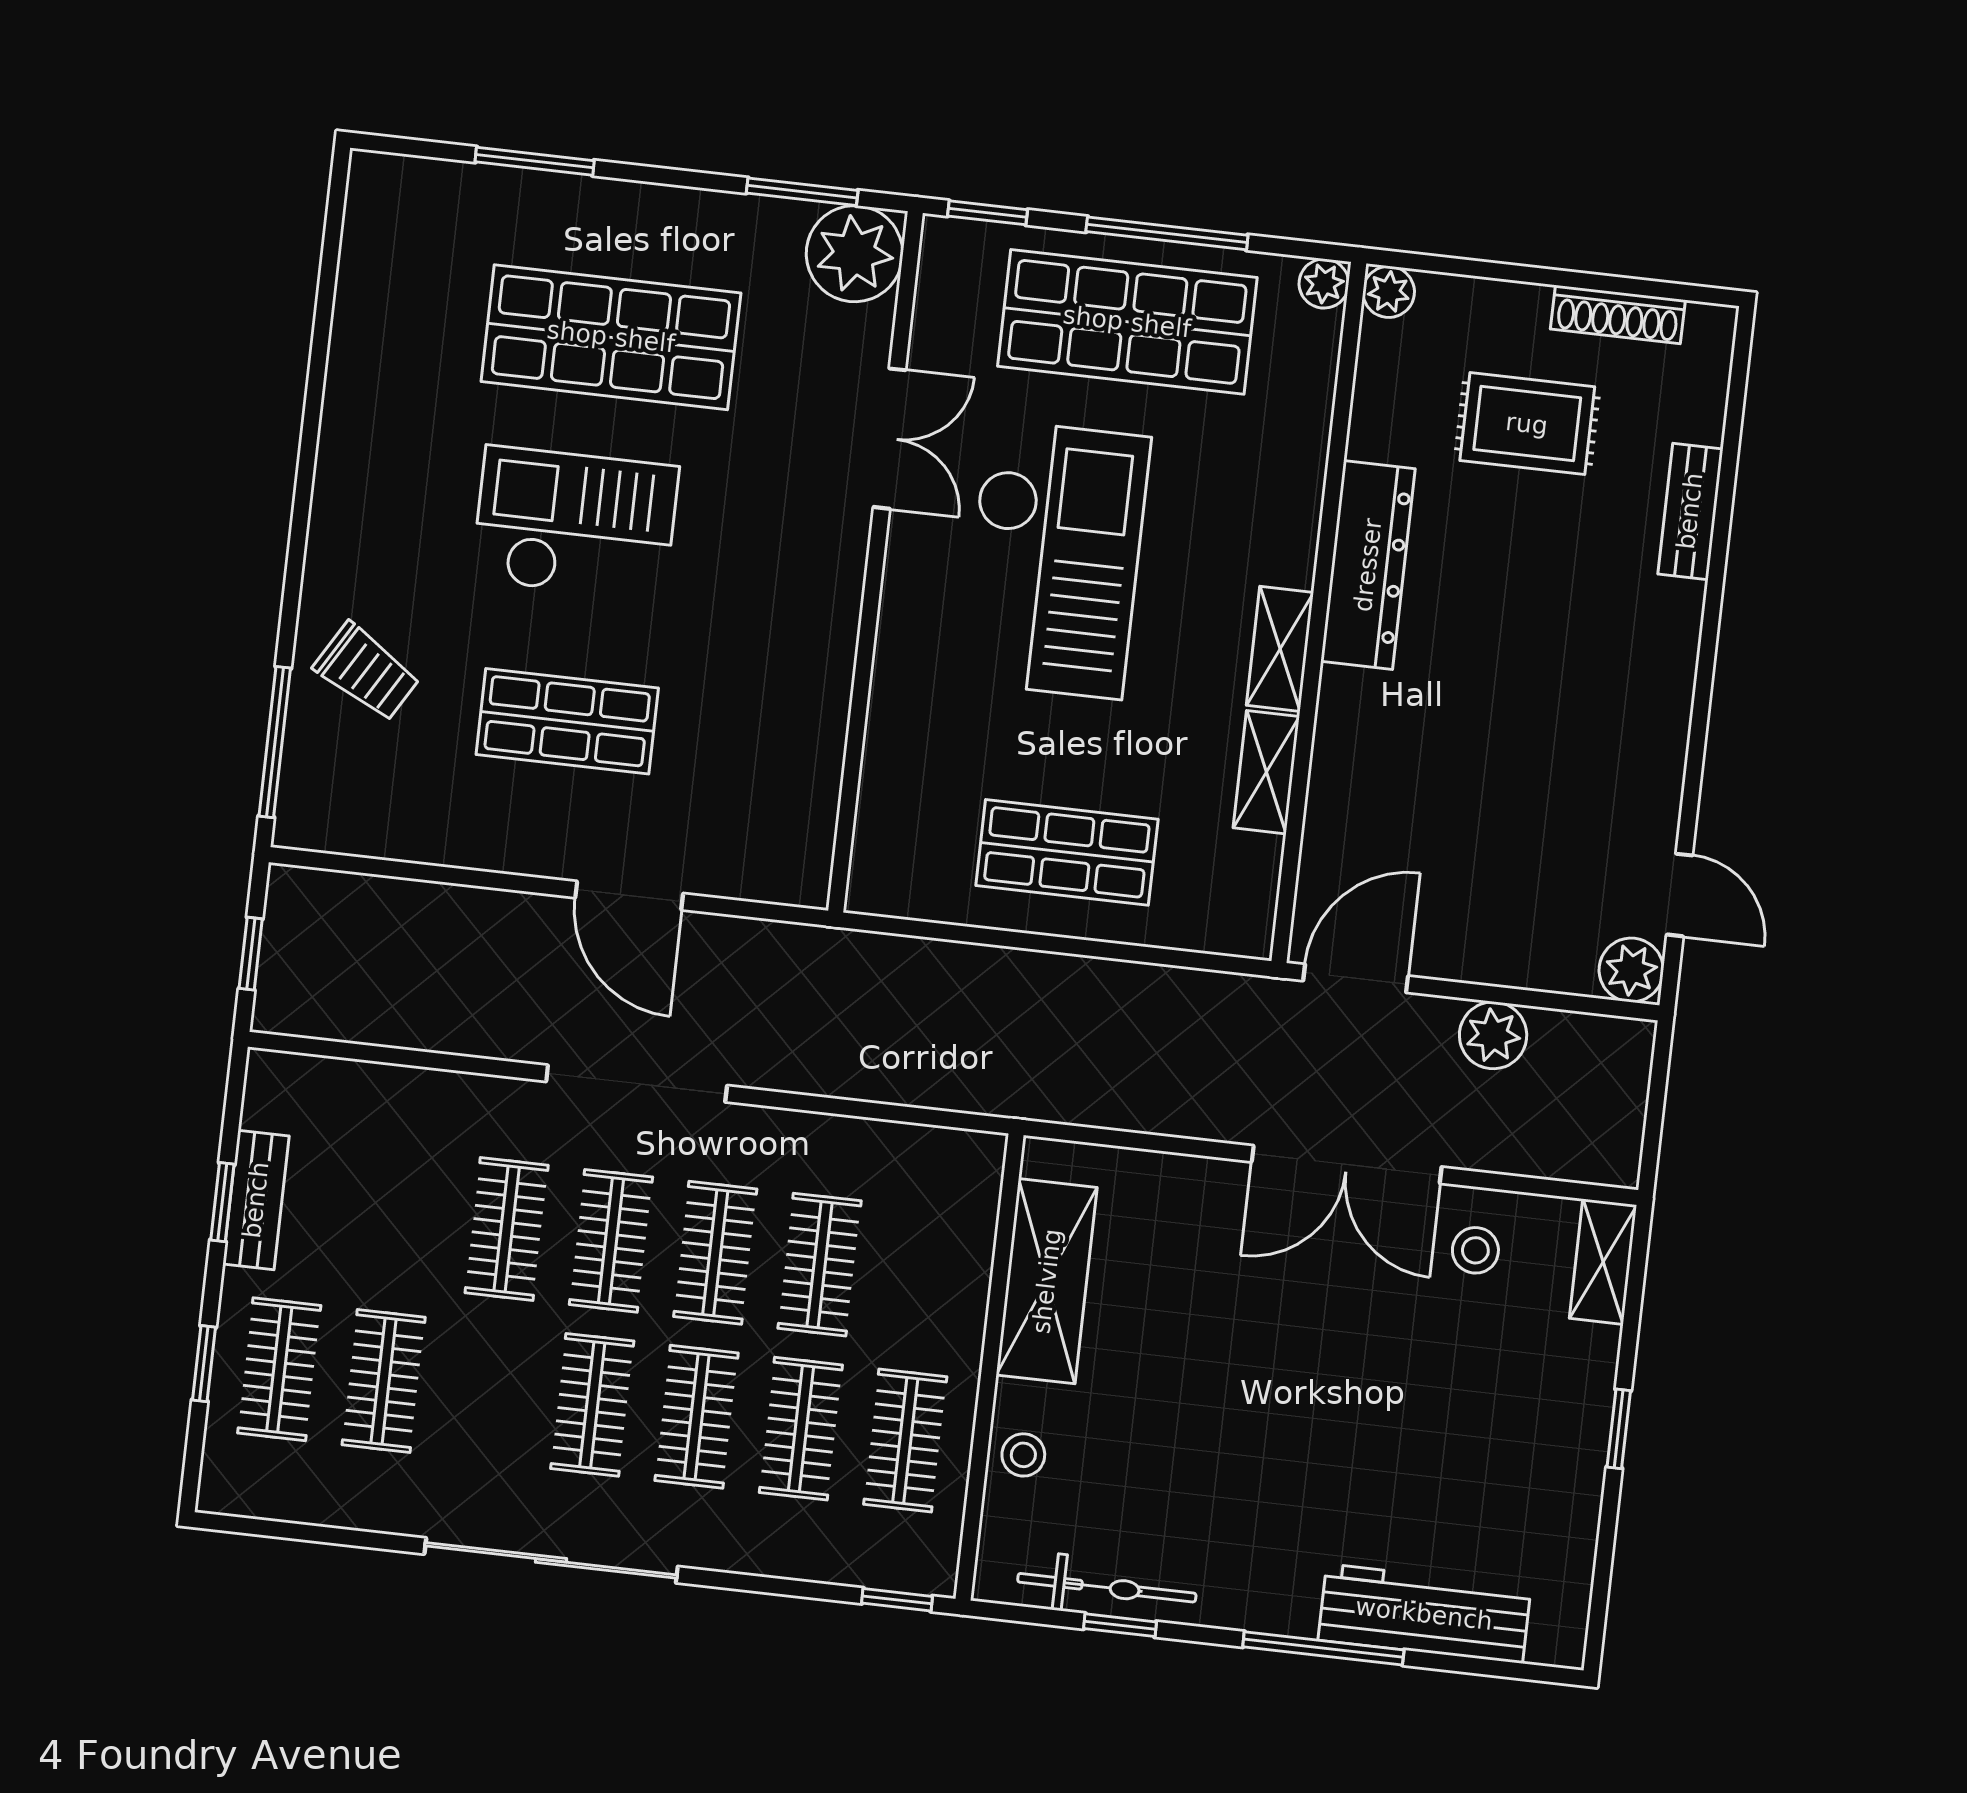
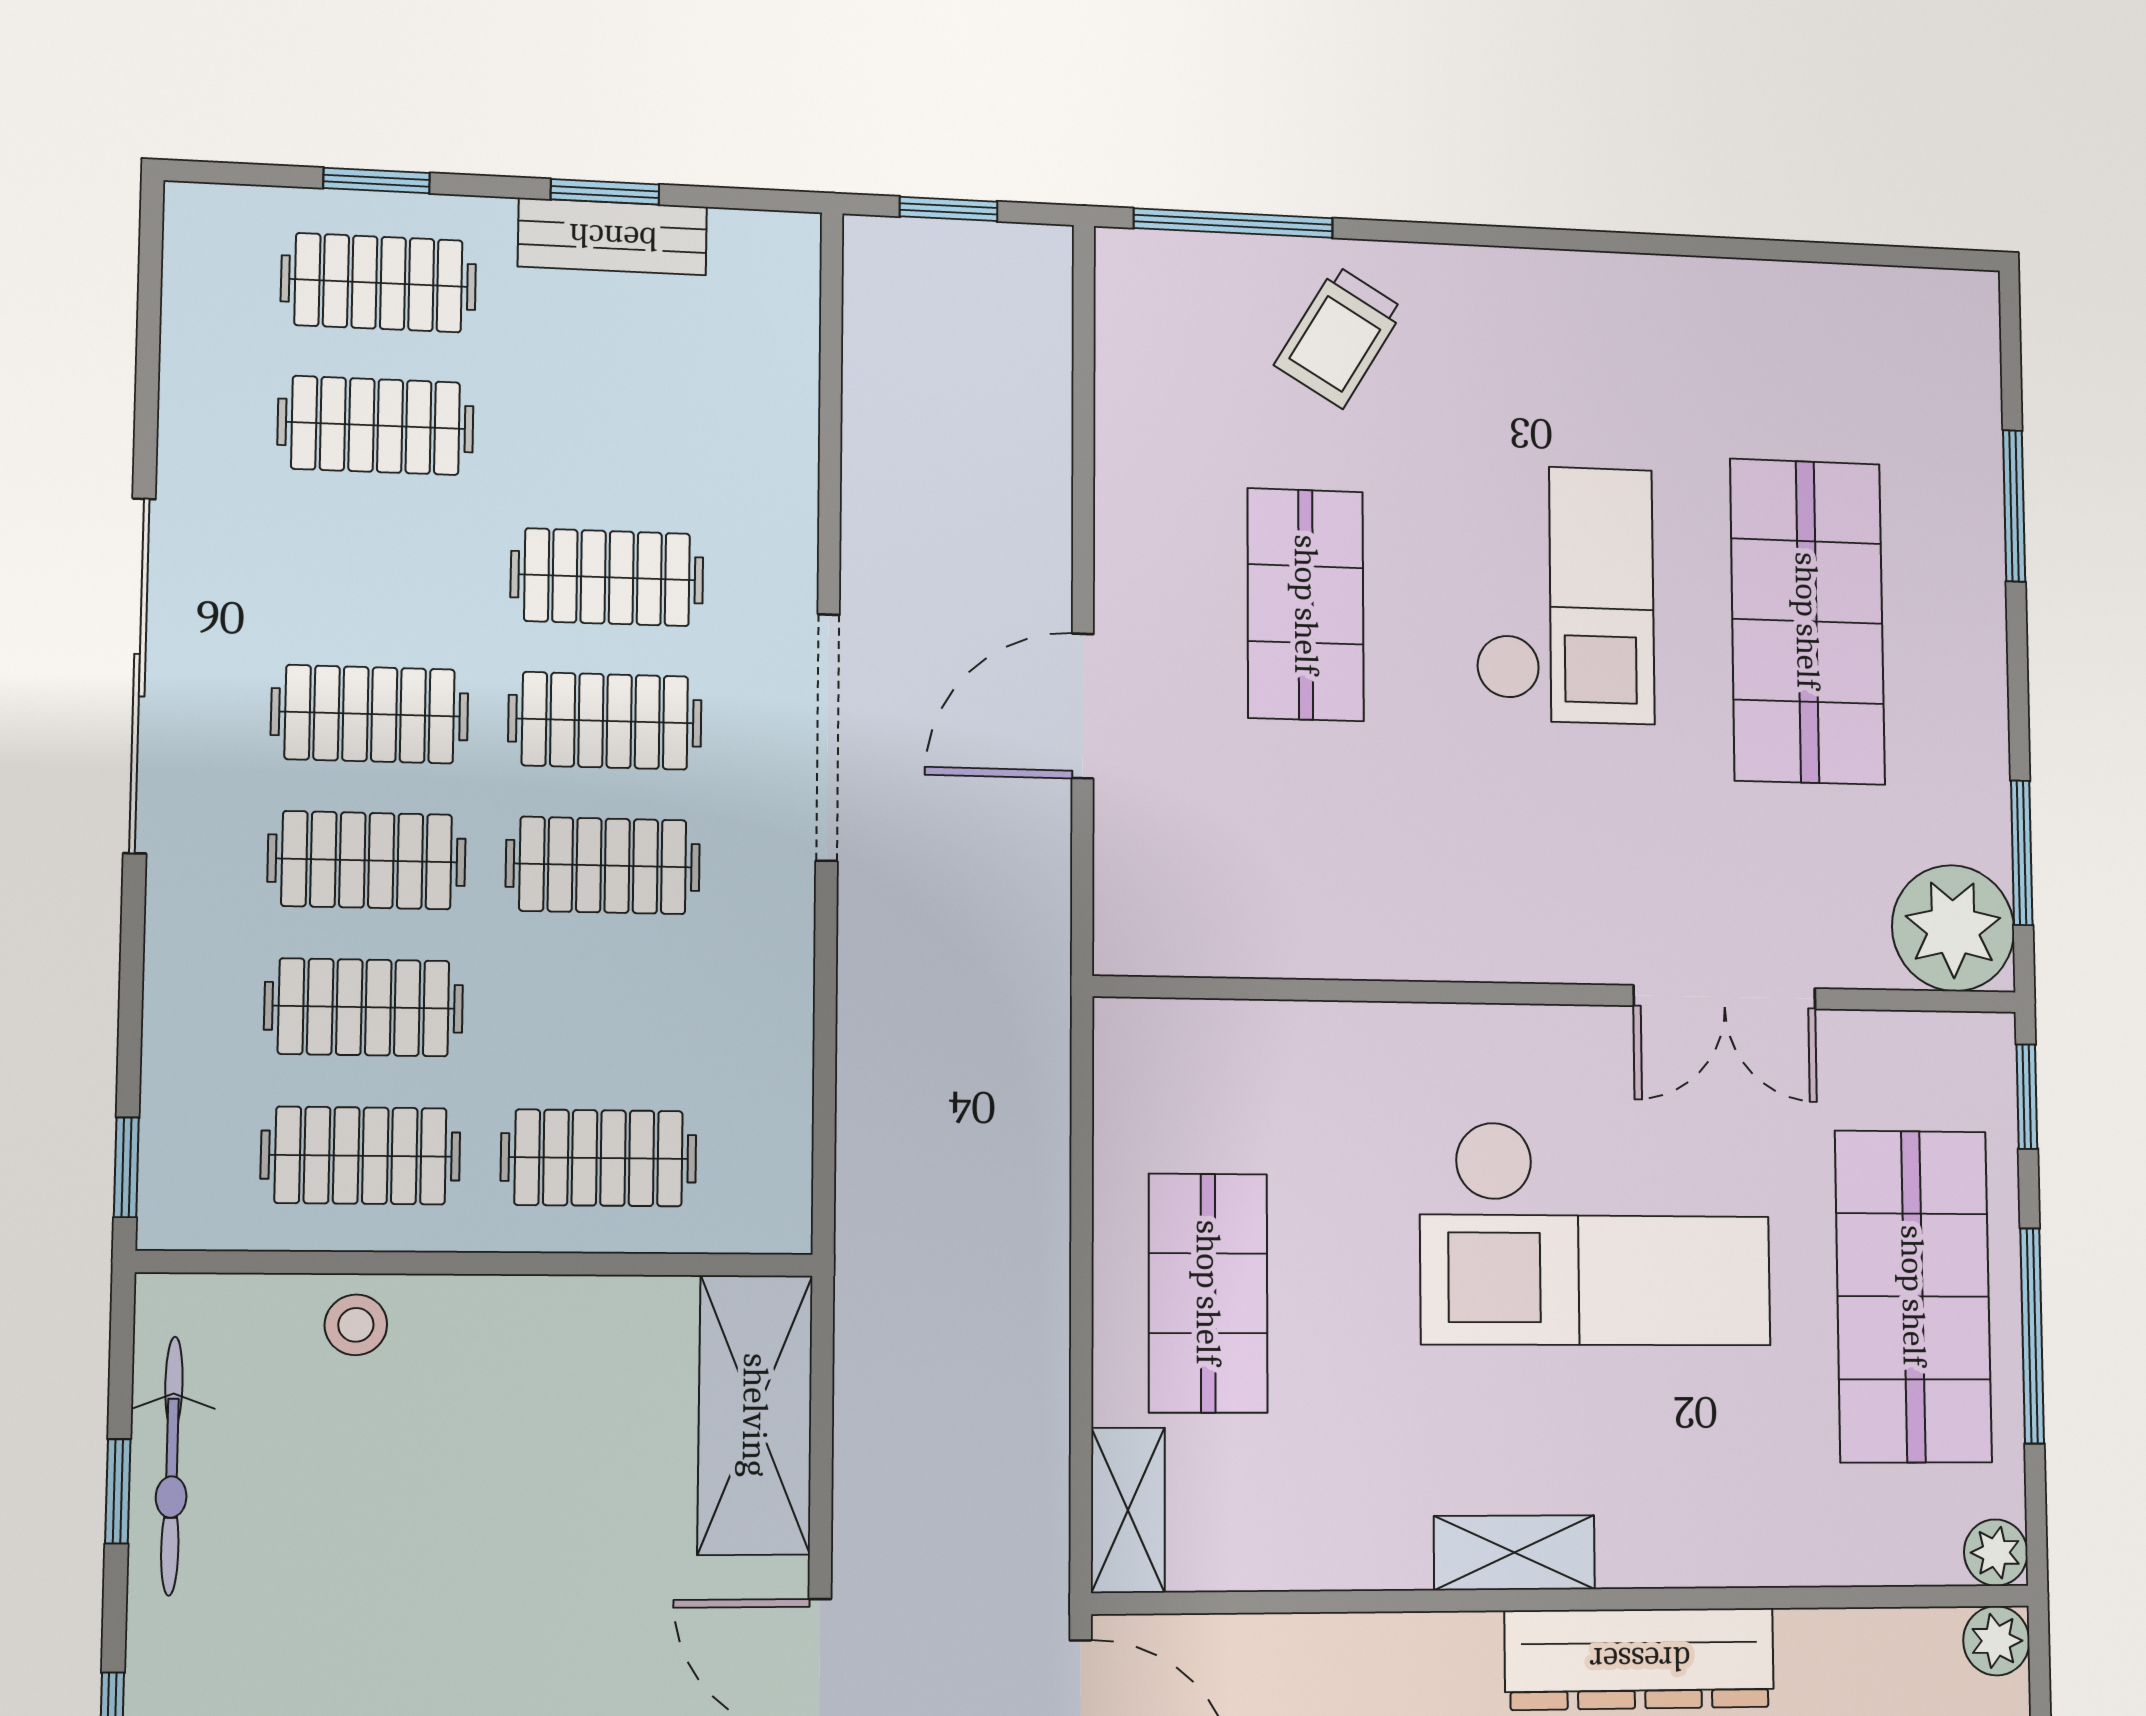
shelving: (1266, 772) -> (1128, 1510), moved, turned 90
clothes rail: (820, 1265) -> (599, 1158), moved
shelving: (1047, 1281) -> (755, 1415), moved, turned 90

